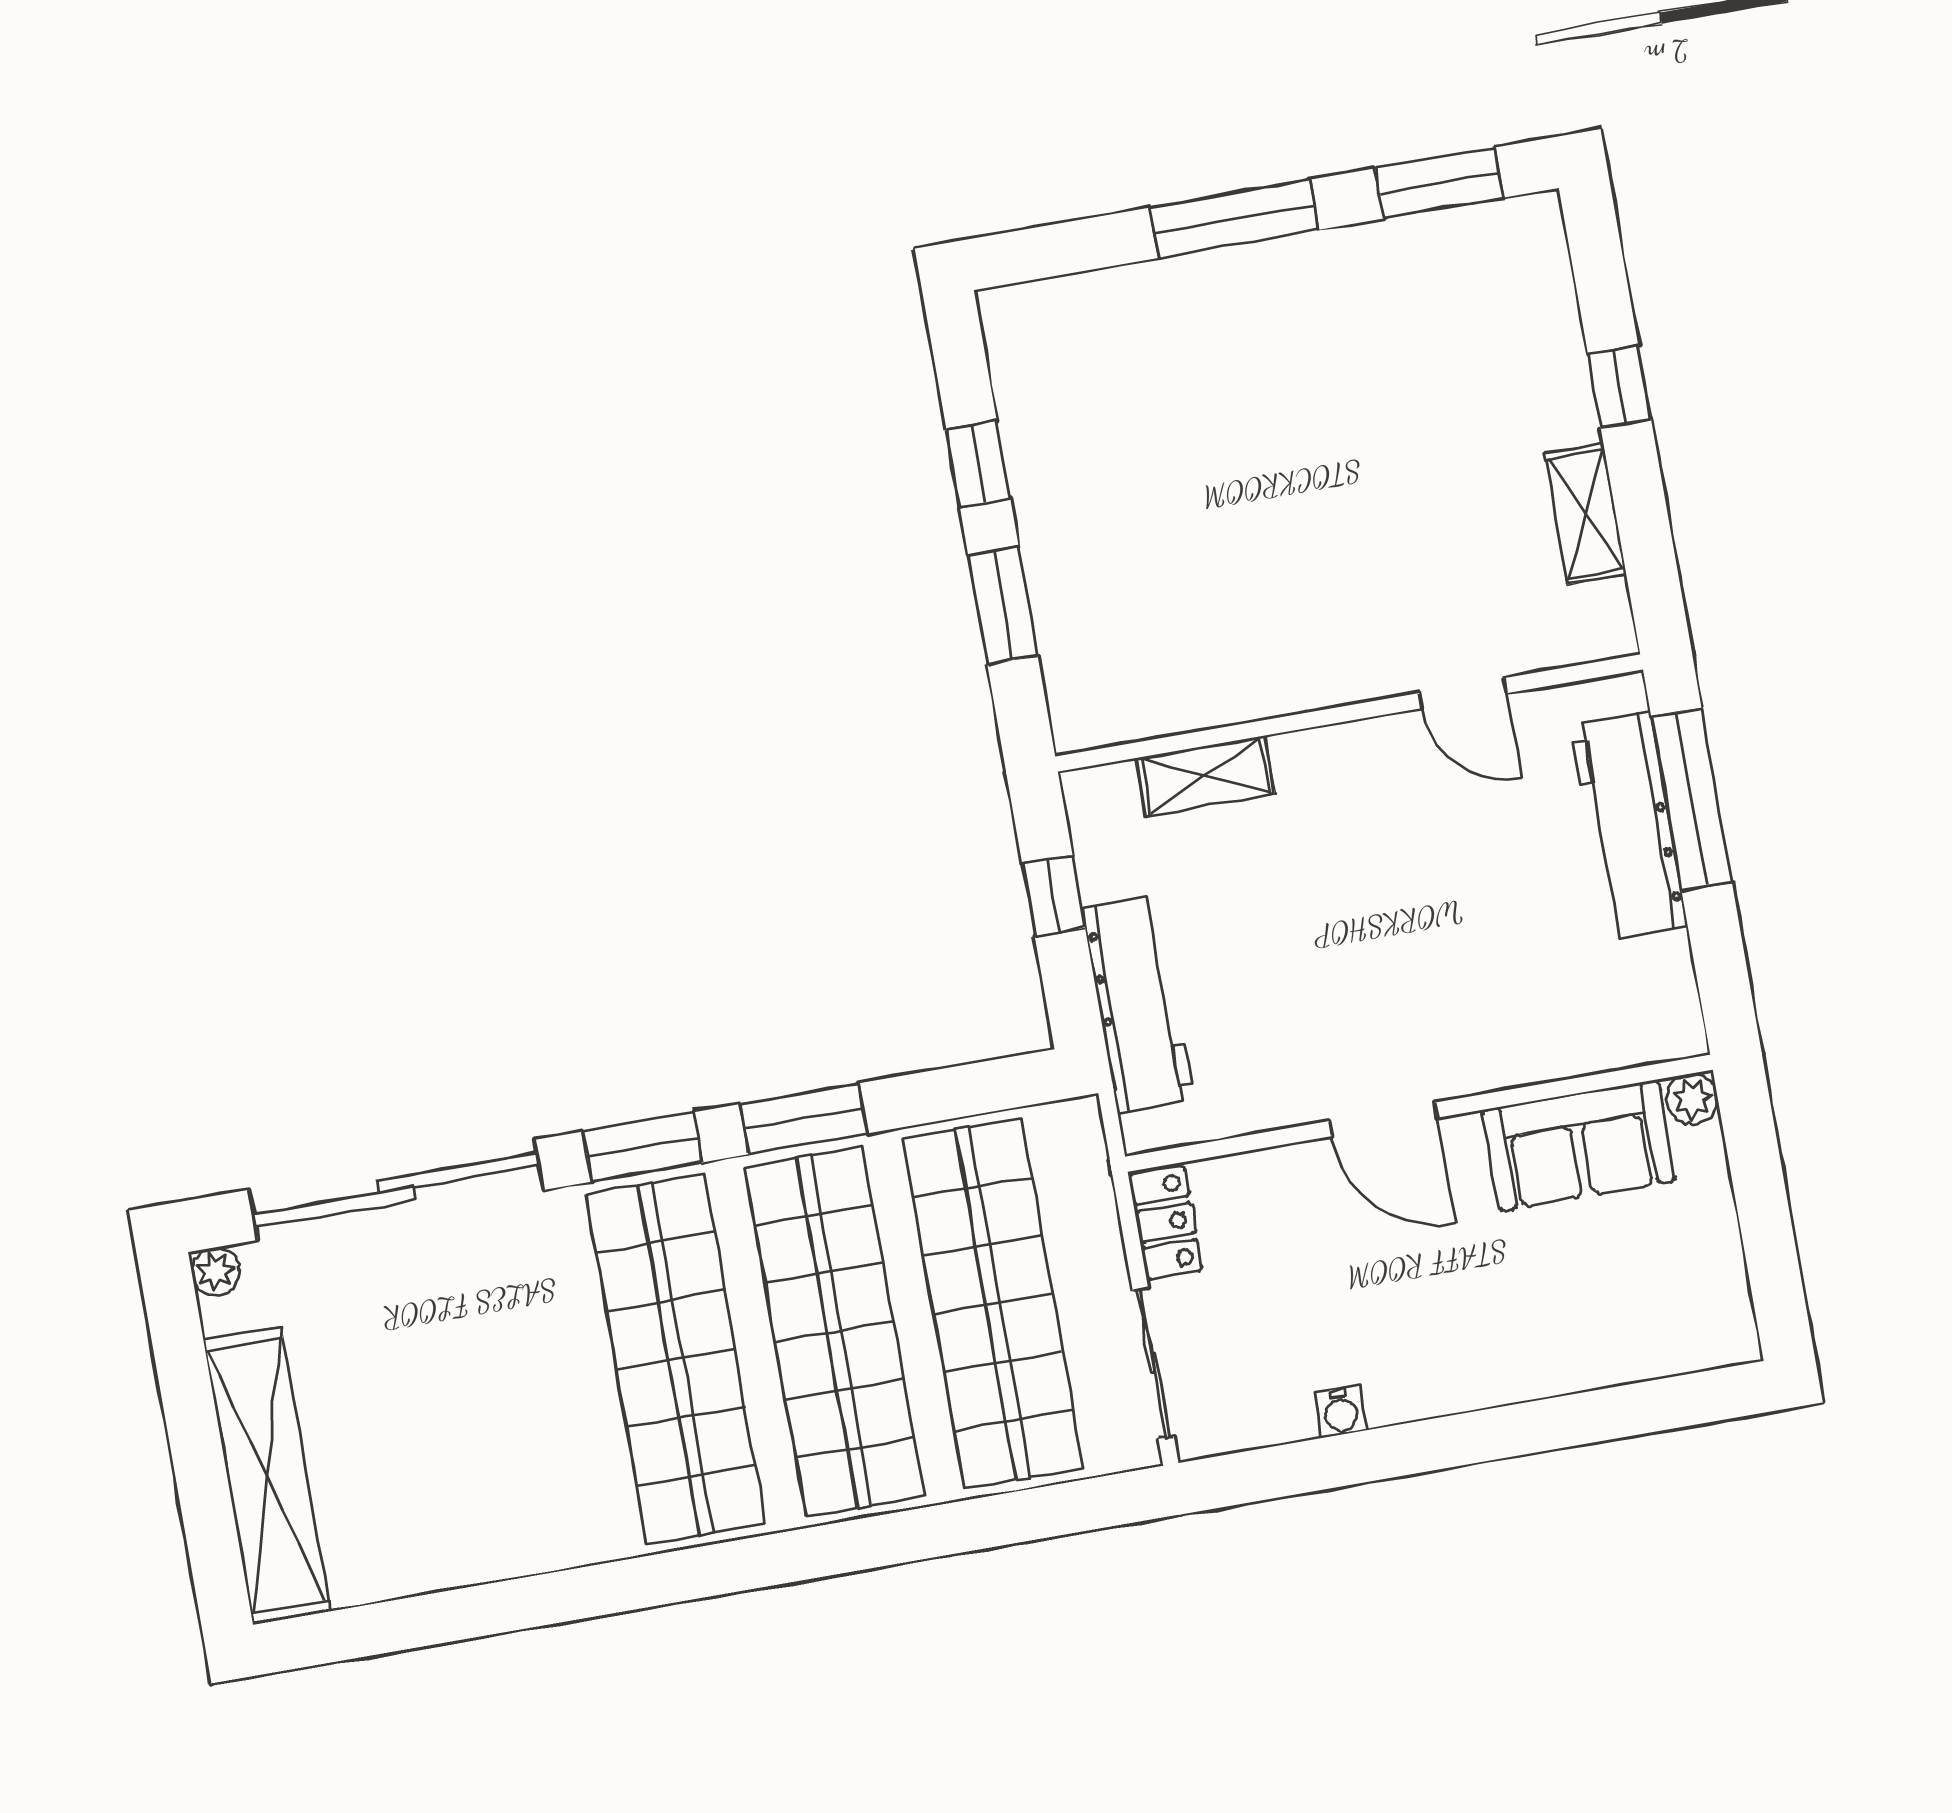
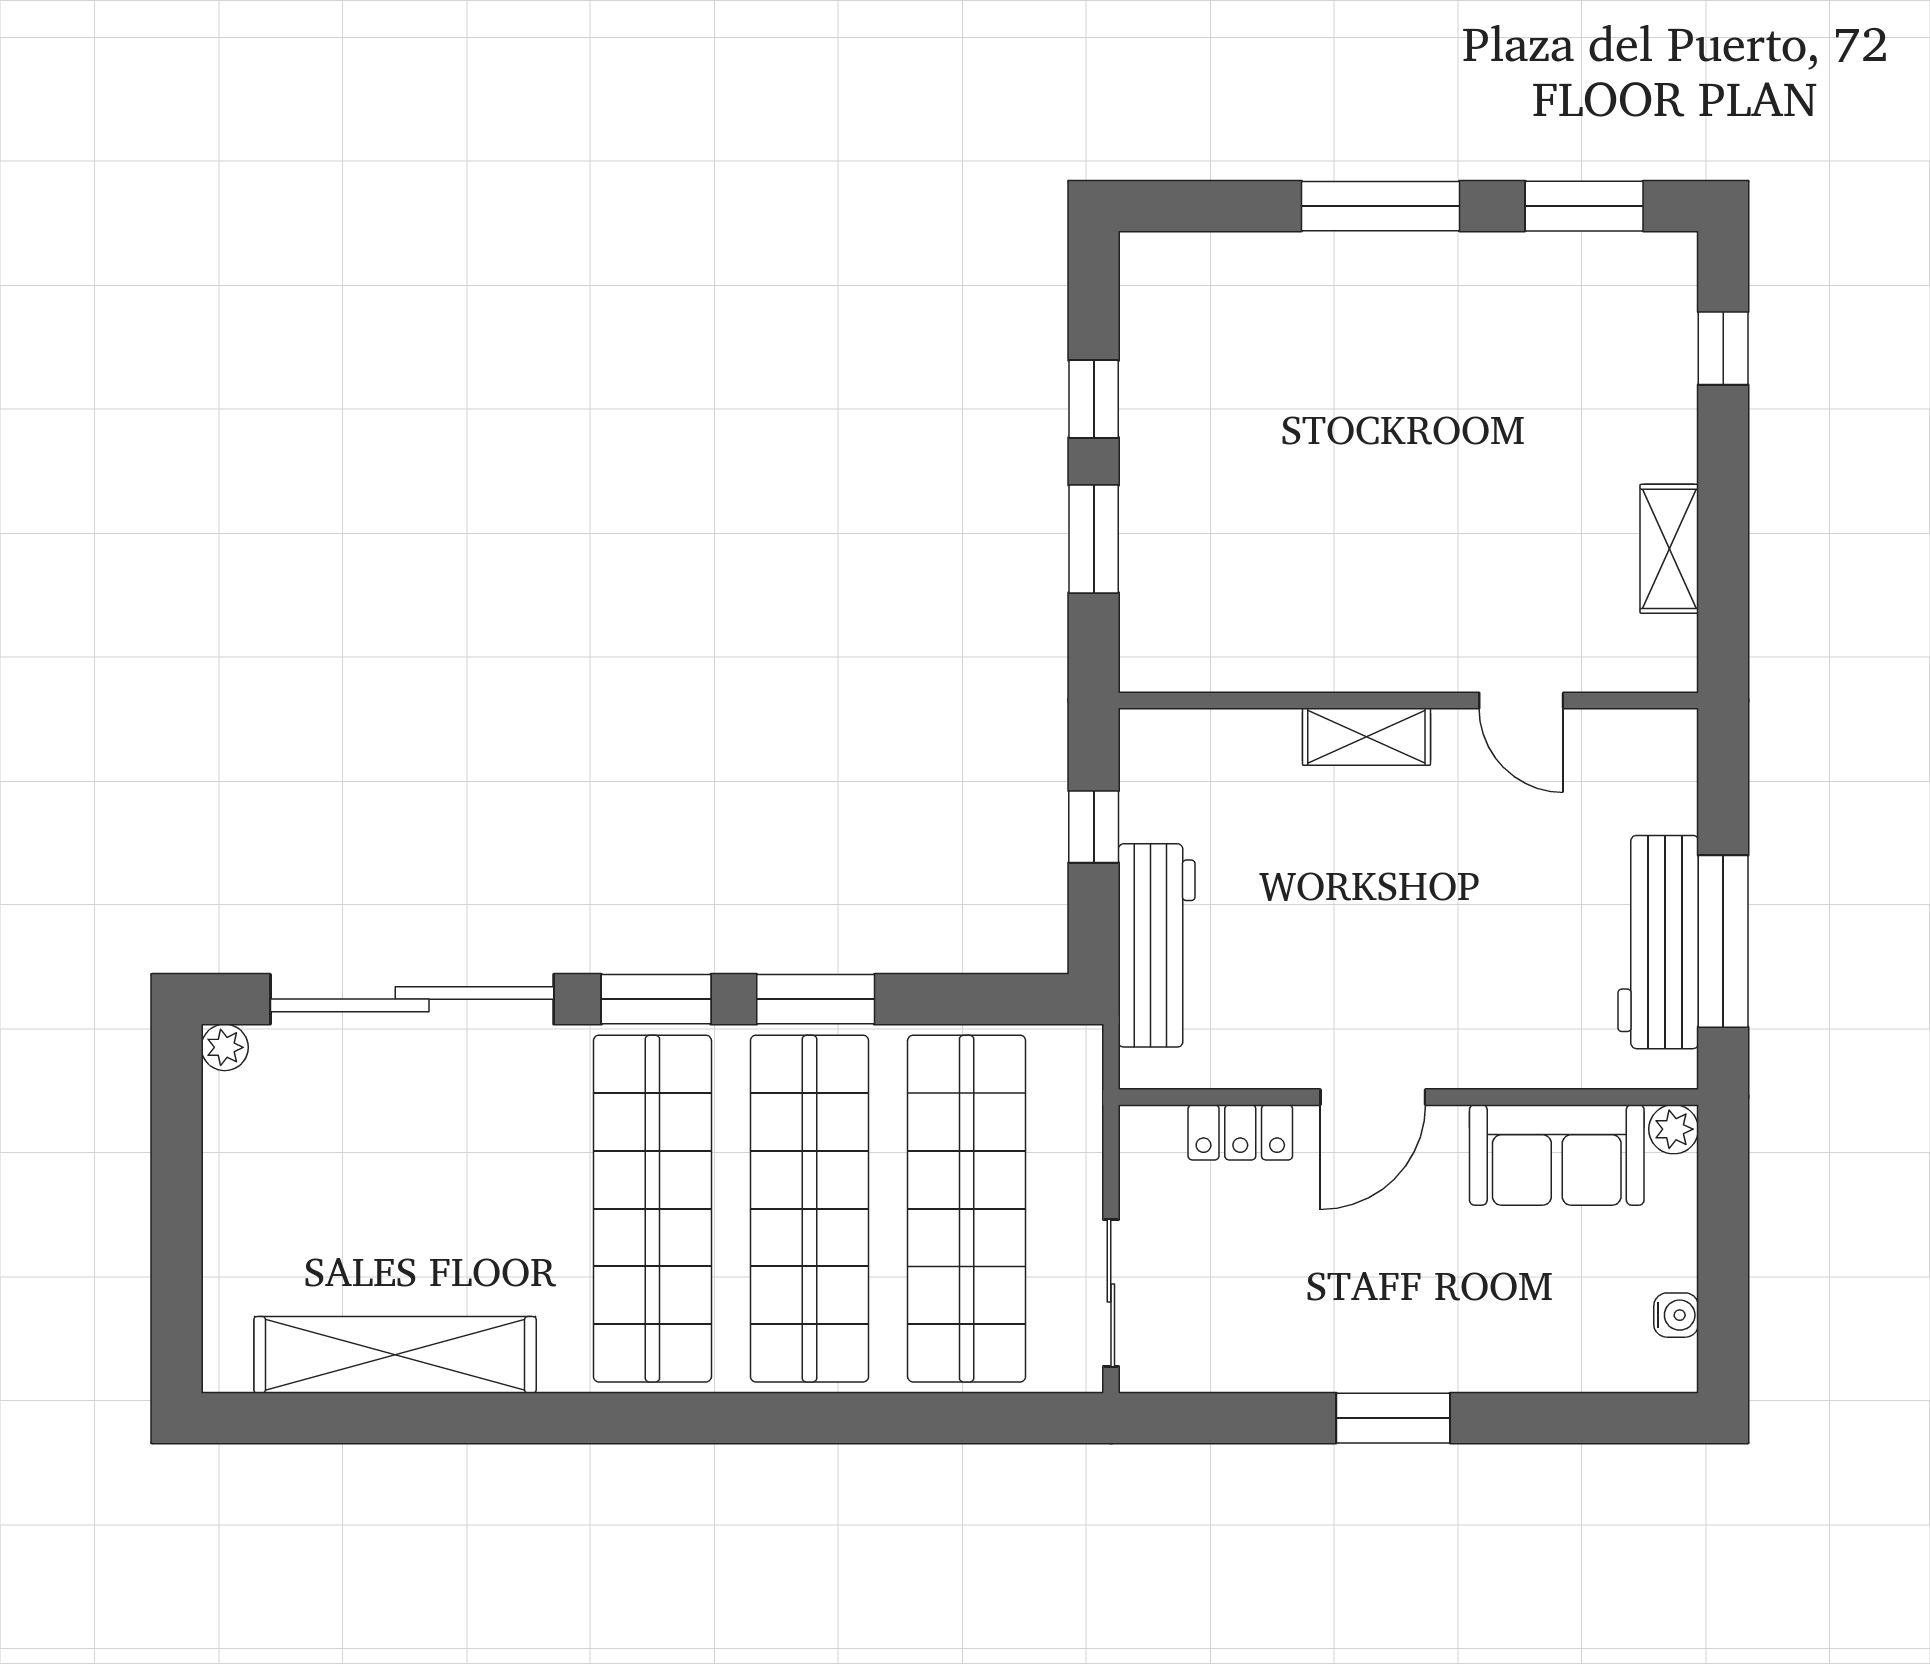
window: (1620, 387) -> (1723, 348), moved
shelving: (1205, 776) -> (1366, 737), moved
window: (1692, 799) -> (1723, 941), moved
workbench: (1629, 825) -> (1658, 942), moved
door: (1383, 1119) -> (1373, 1097), hinge flipped
locker: (1165, 1222) -> (1240, 1132), moved, turned 90
water cooler: (1341, 1412) -> (1676, 1315), moved, turned -90
window: (1460, 1440) -> (1393, 1418), added
shelving: (267, 1476) -> (395, 1355), moved, turned 90

